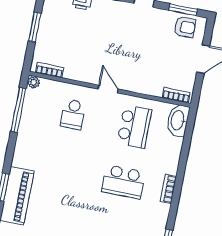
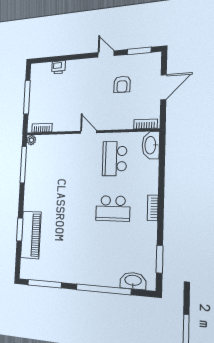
window: (35, 27) -> (27, 97), width x1.44
armchair: (185, 27) -> (122, 84), moved, turned 90
school desk: (73, 114) -> (64, 159), removed
school desk: (134, 127) -> (115, 159), turned 180

